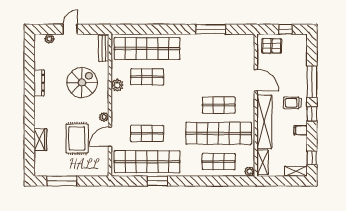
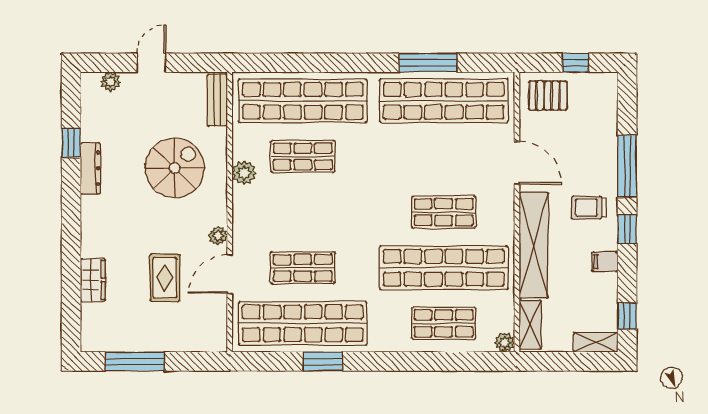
shop shelf: (219, 49) -> (444, 101), added
window: (29, 70) -> (71, 143), added
rug: (77, 138) -> (165, 278), width x0.73, depth x0.70

